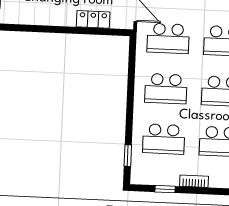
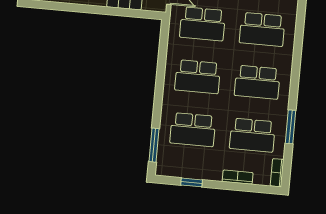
window: (128, 156) -> (154, 145), width x1.50
bookcase: (194, 181) -> (238, 177), moved

